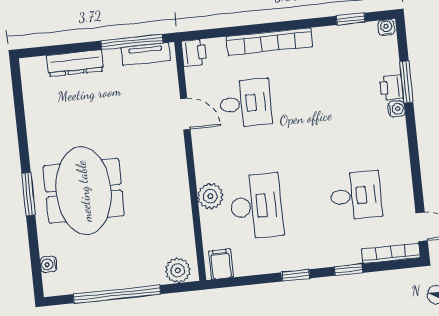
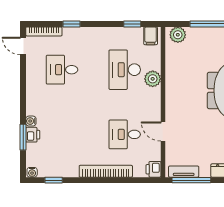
window: (296, 275) -> (132, 24), moved

